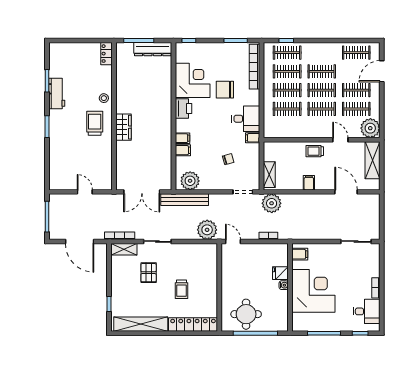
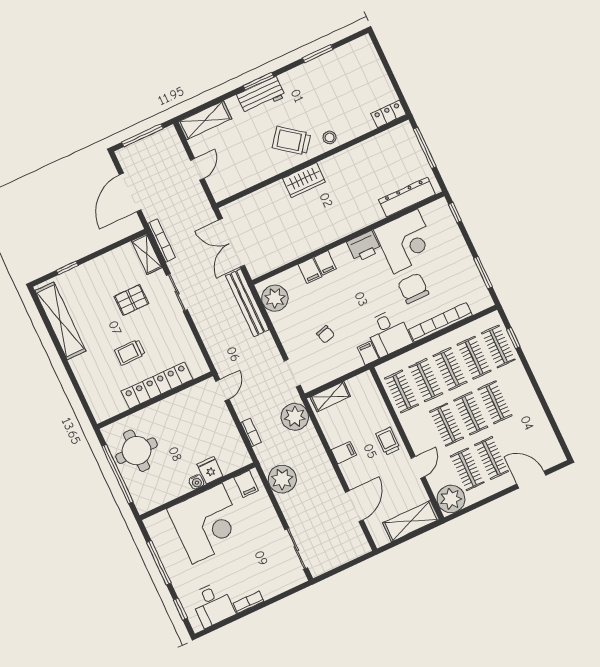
dresser: (153, 49) -> (407, 197), moved, turned 90
clothes rail: (356, 53) -> (402, 391), moved
bookcase: (255, 67) -> (440, 322), moved
workbench: (57, 93) -> (261, 96), moved
trolley: (95, 123) -> (292, 141), turned -143
shelving: (56, 172) -> (205, 120), added
plant: (207, 230) -> (282, 479), moved
locker: (193, 324) -> (157, 385), moved, turned -90

